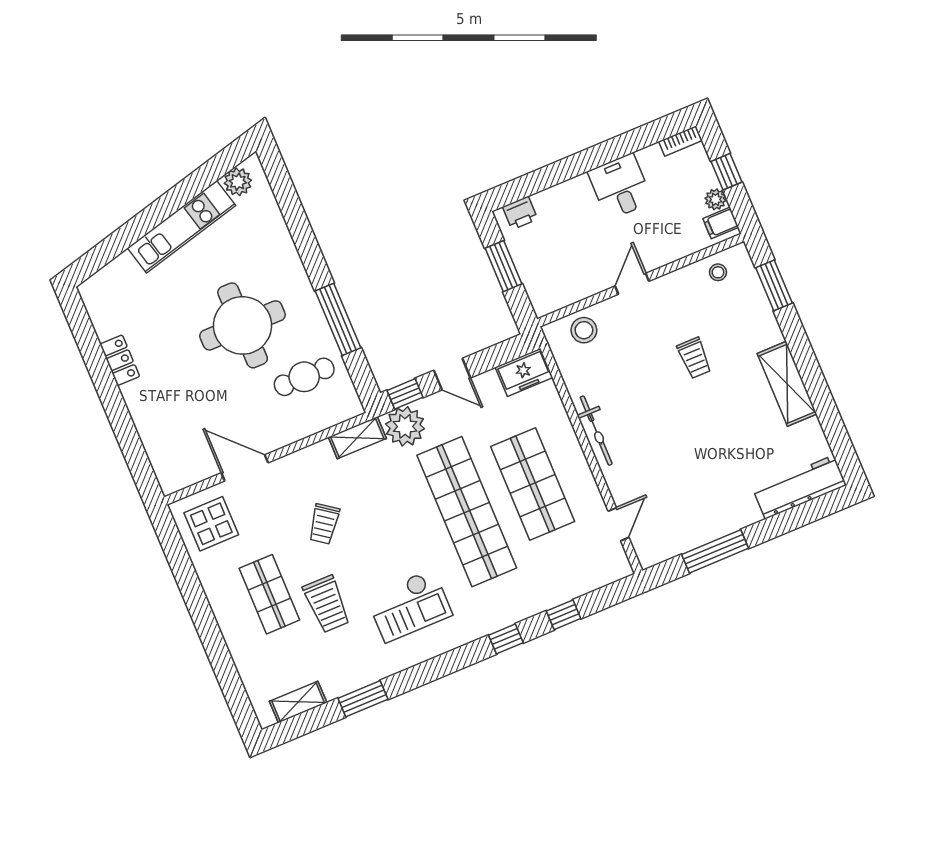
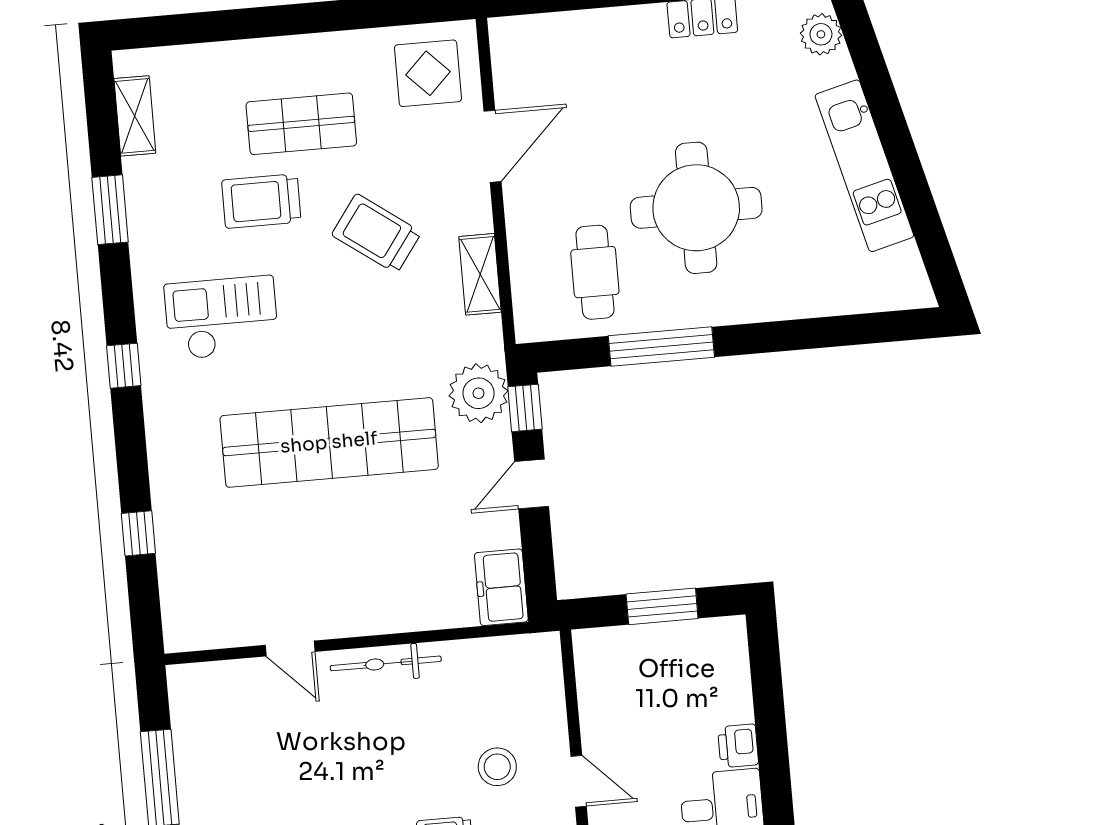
plant: (238, 182) -> (821, 34), moved
printer: (520, 213) -> (738, 746), moved
stool: (584, 330) -> (497, 767), moved
shelving: (357, 438) -> (480, 274), moved
shop shelf: (533, 484) -> (339, 549), removed
trolley: (324, 524) -> (376, 234), width x1.36, depth x1.39
door: (618, 524) -> (290, 648), moved
checkout: (409, 606) -> (221, 318), turned 90
window: (506, 639) -> (124, 366), moved

